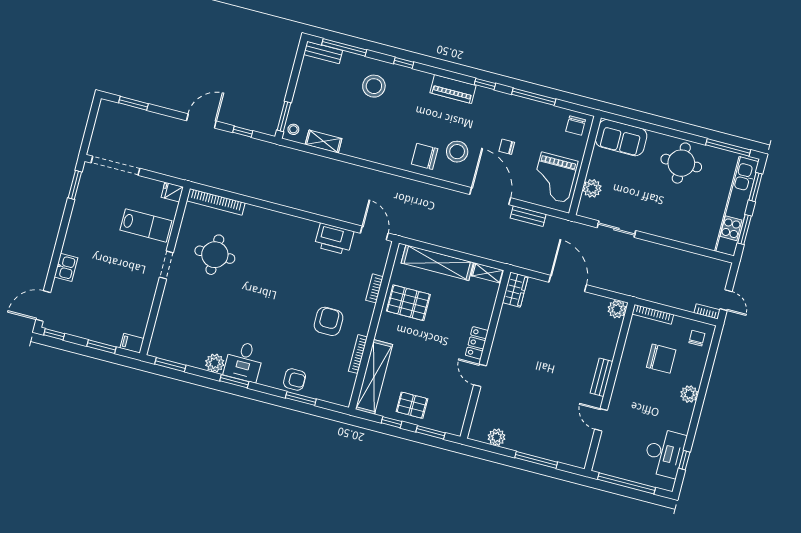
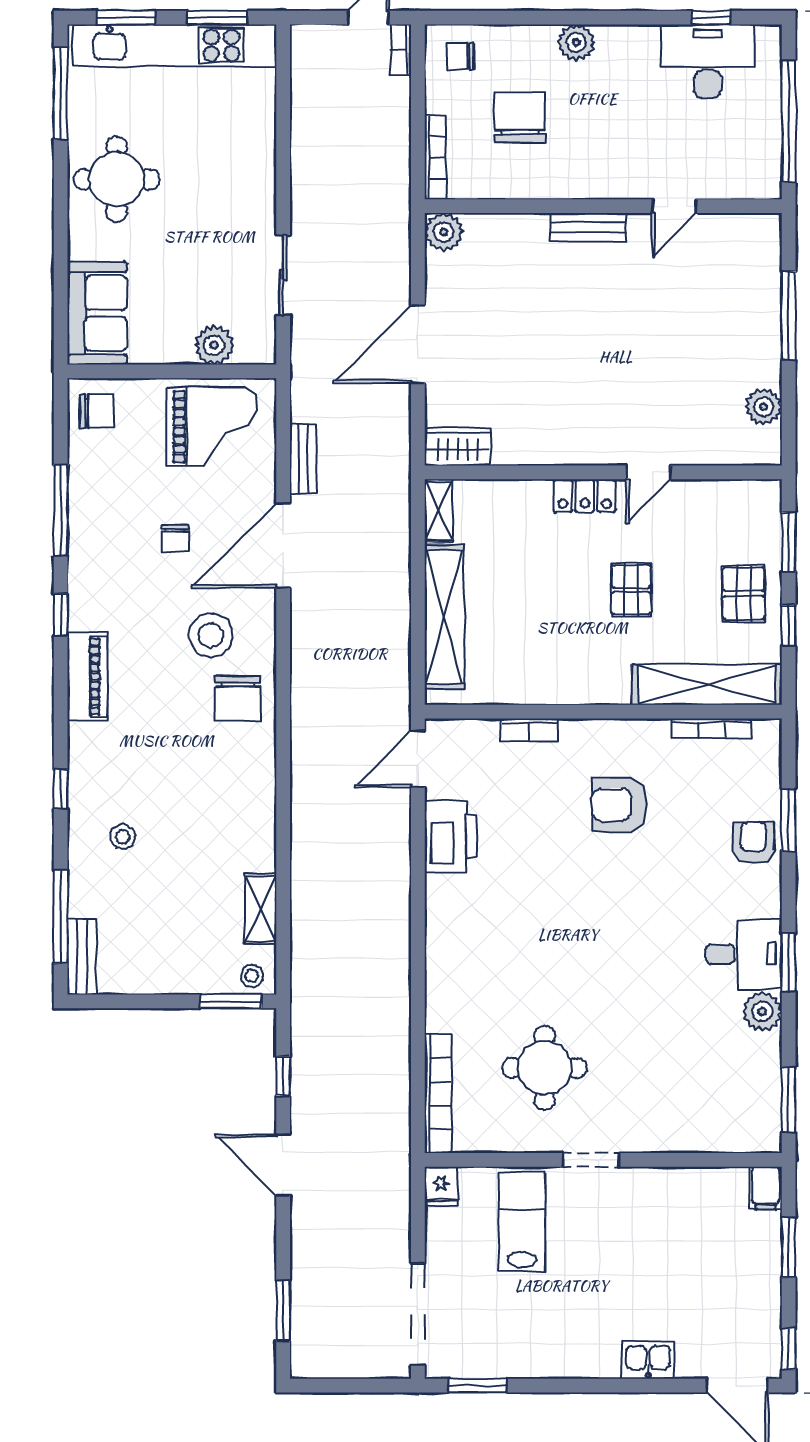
stool: (374, 86) -> (123, 837), width x0.53, depth x0.53
pallet: (408, 303) -> (631, 590), moved, width x0.67, depth x0.71
bookcase: (358, 354) -> (711, 729), moved

